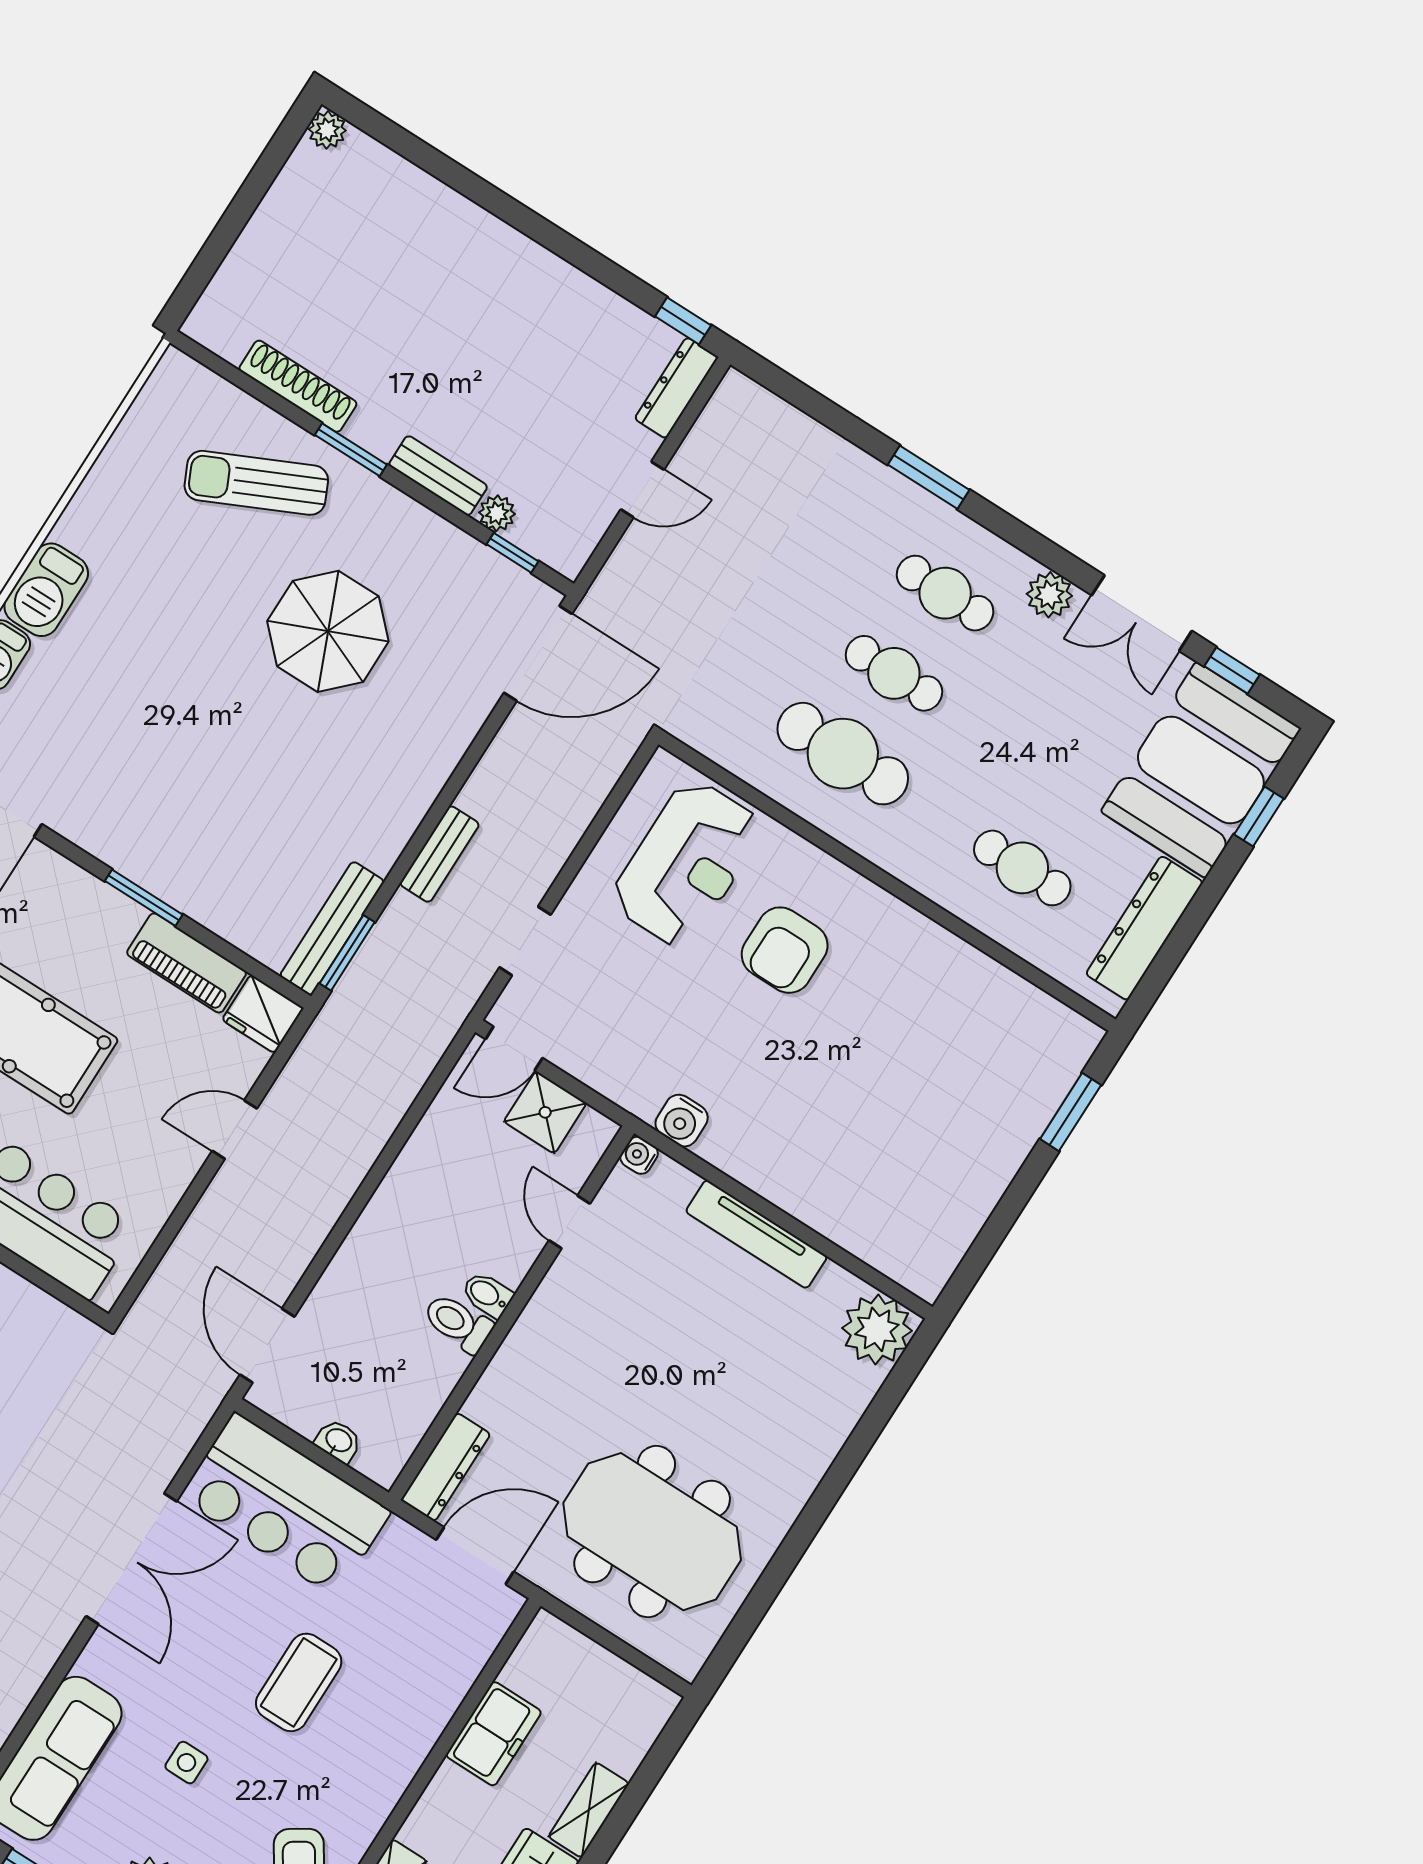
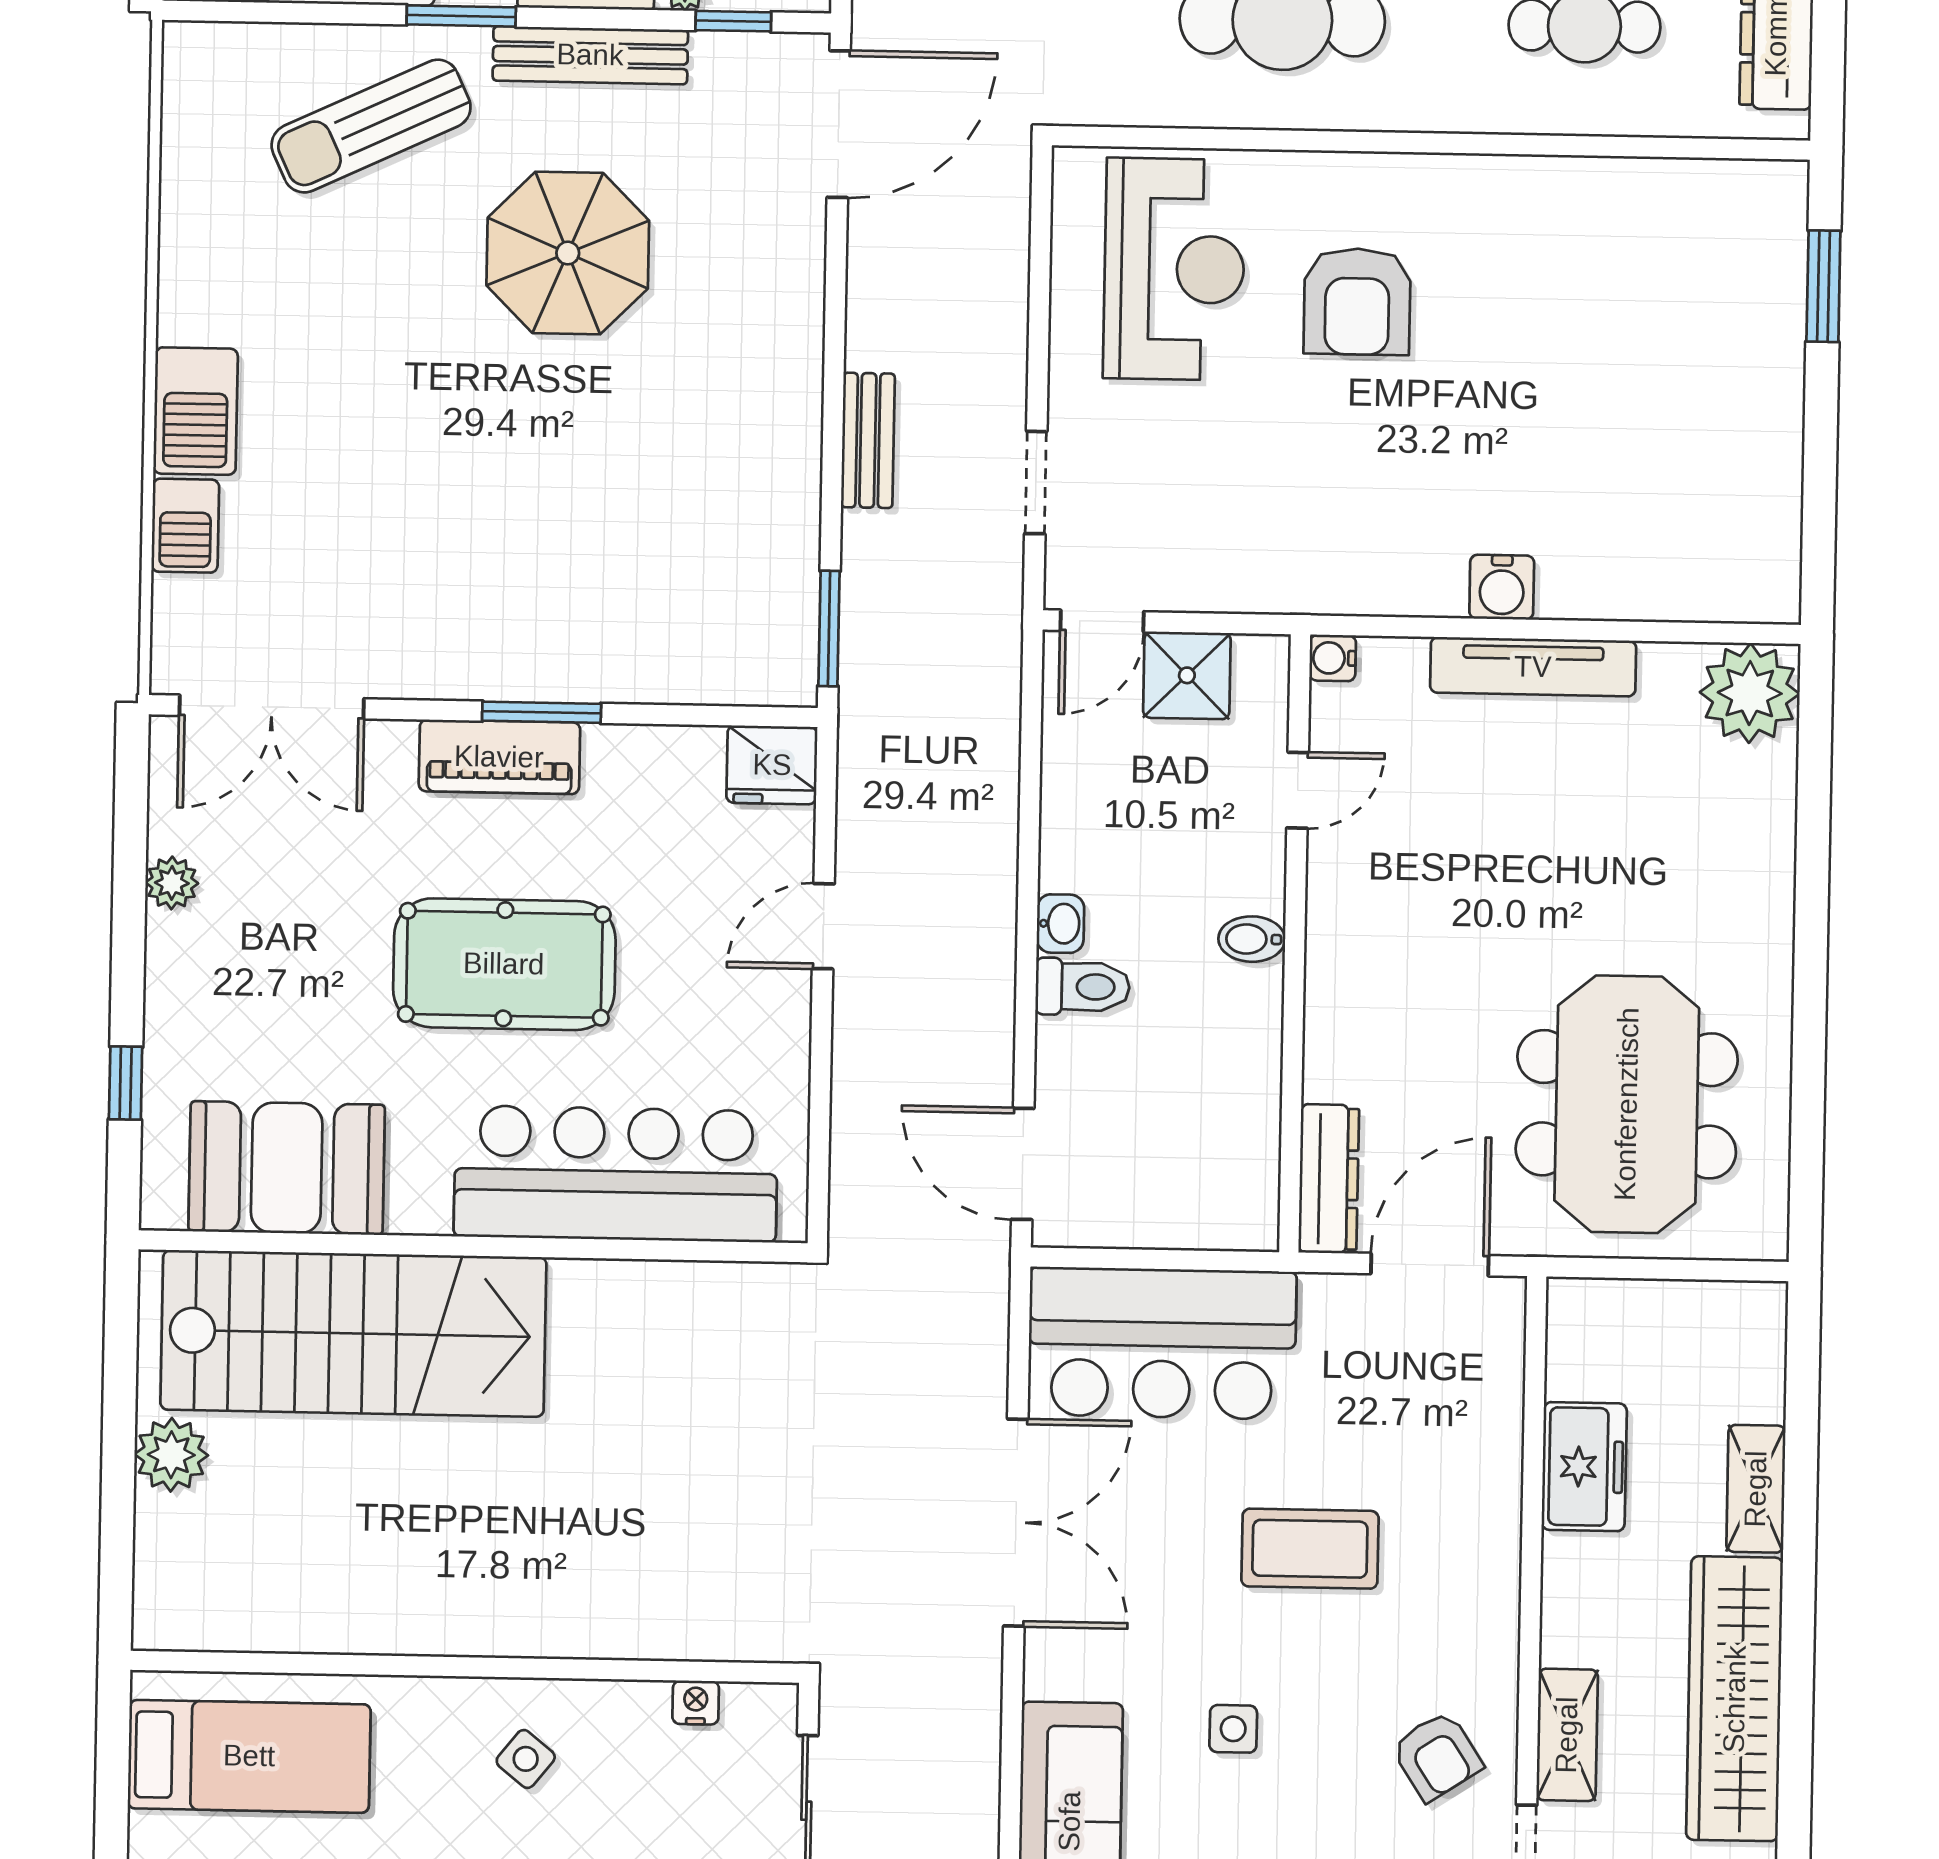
bench: (332, 928) -> (590, 55), moved, turned 90
piano: (187, 963) -> (499, 757), moved
water cooler: (682, 1121) -> (1502, 587), moved
door: (569, 1222) -> (1298, 790), swing flipped
toilet: (458, 1323) -> (1083, 987), moved, turned 180
washbasin: (338, 1441) -> (1060, 924), moved, turned 90
meeting table: (652, 1532) -> (1627, 1104), turned 90
coffee table: (299, 1682) -> (1310, 1549), turned 90

